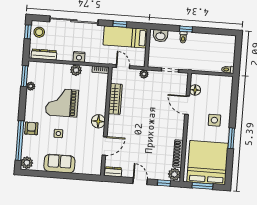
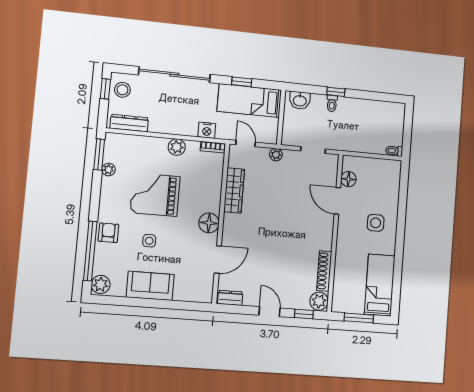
nightstand: (79, 57) -> (207, 130), moved
window: (231, 138) -> (399, 249), removed
bed: (207, 163) -> (380, 285), width x0.49

